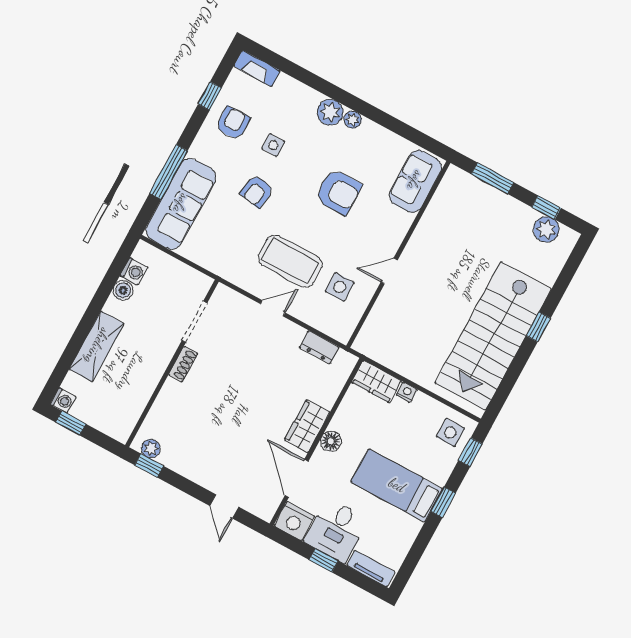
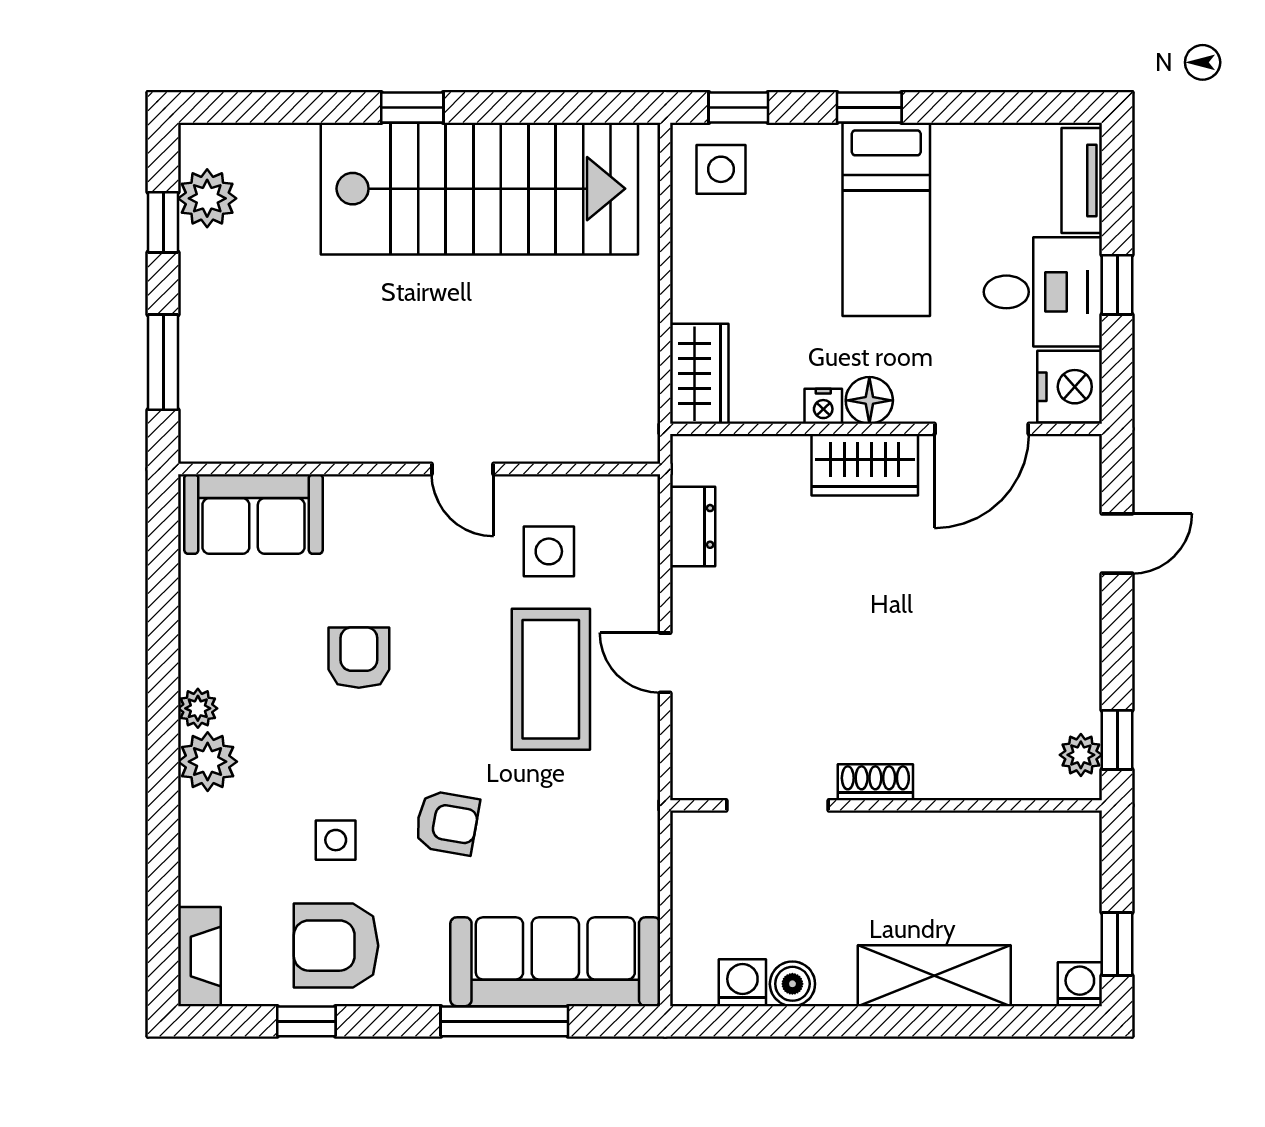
armchair: (233, 123) -> (336, 946), width x1.38, depth x1.38
armchair: (338, 192) -> (359, 658), width x0.72, depth x0.72
nightstand: (407, 392) -> (823, 406), moved, turned -90

